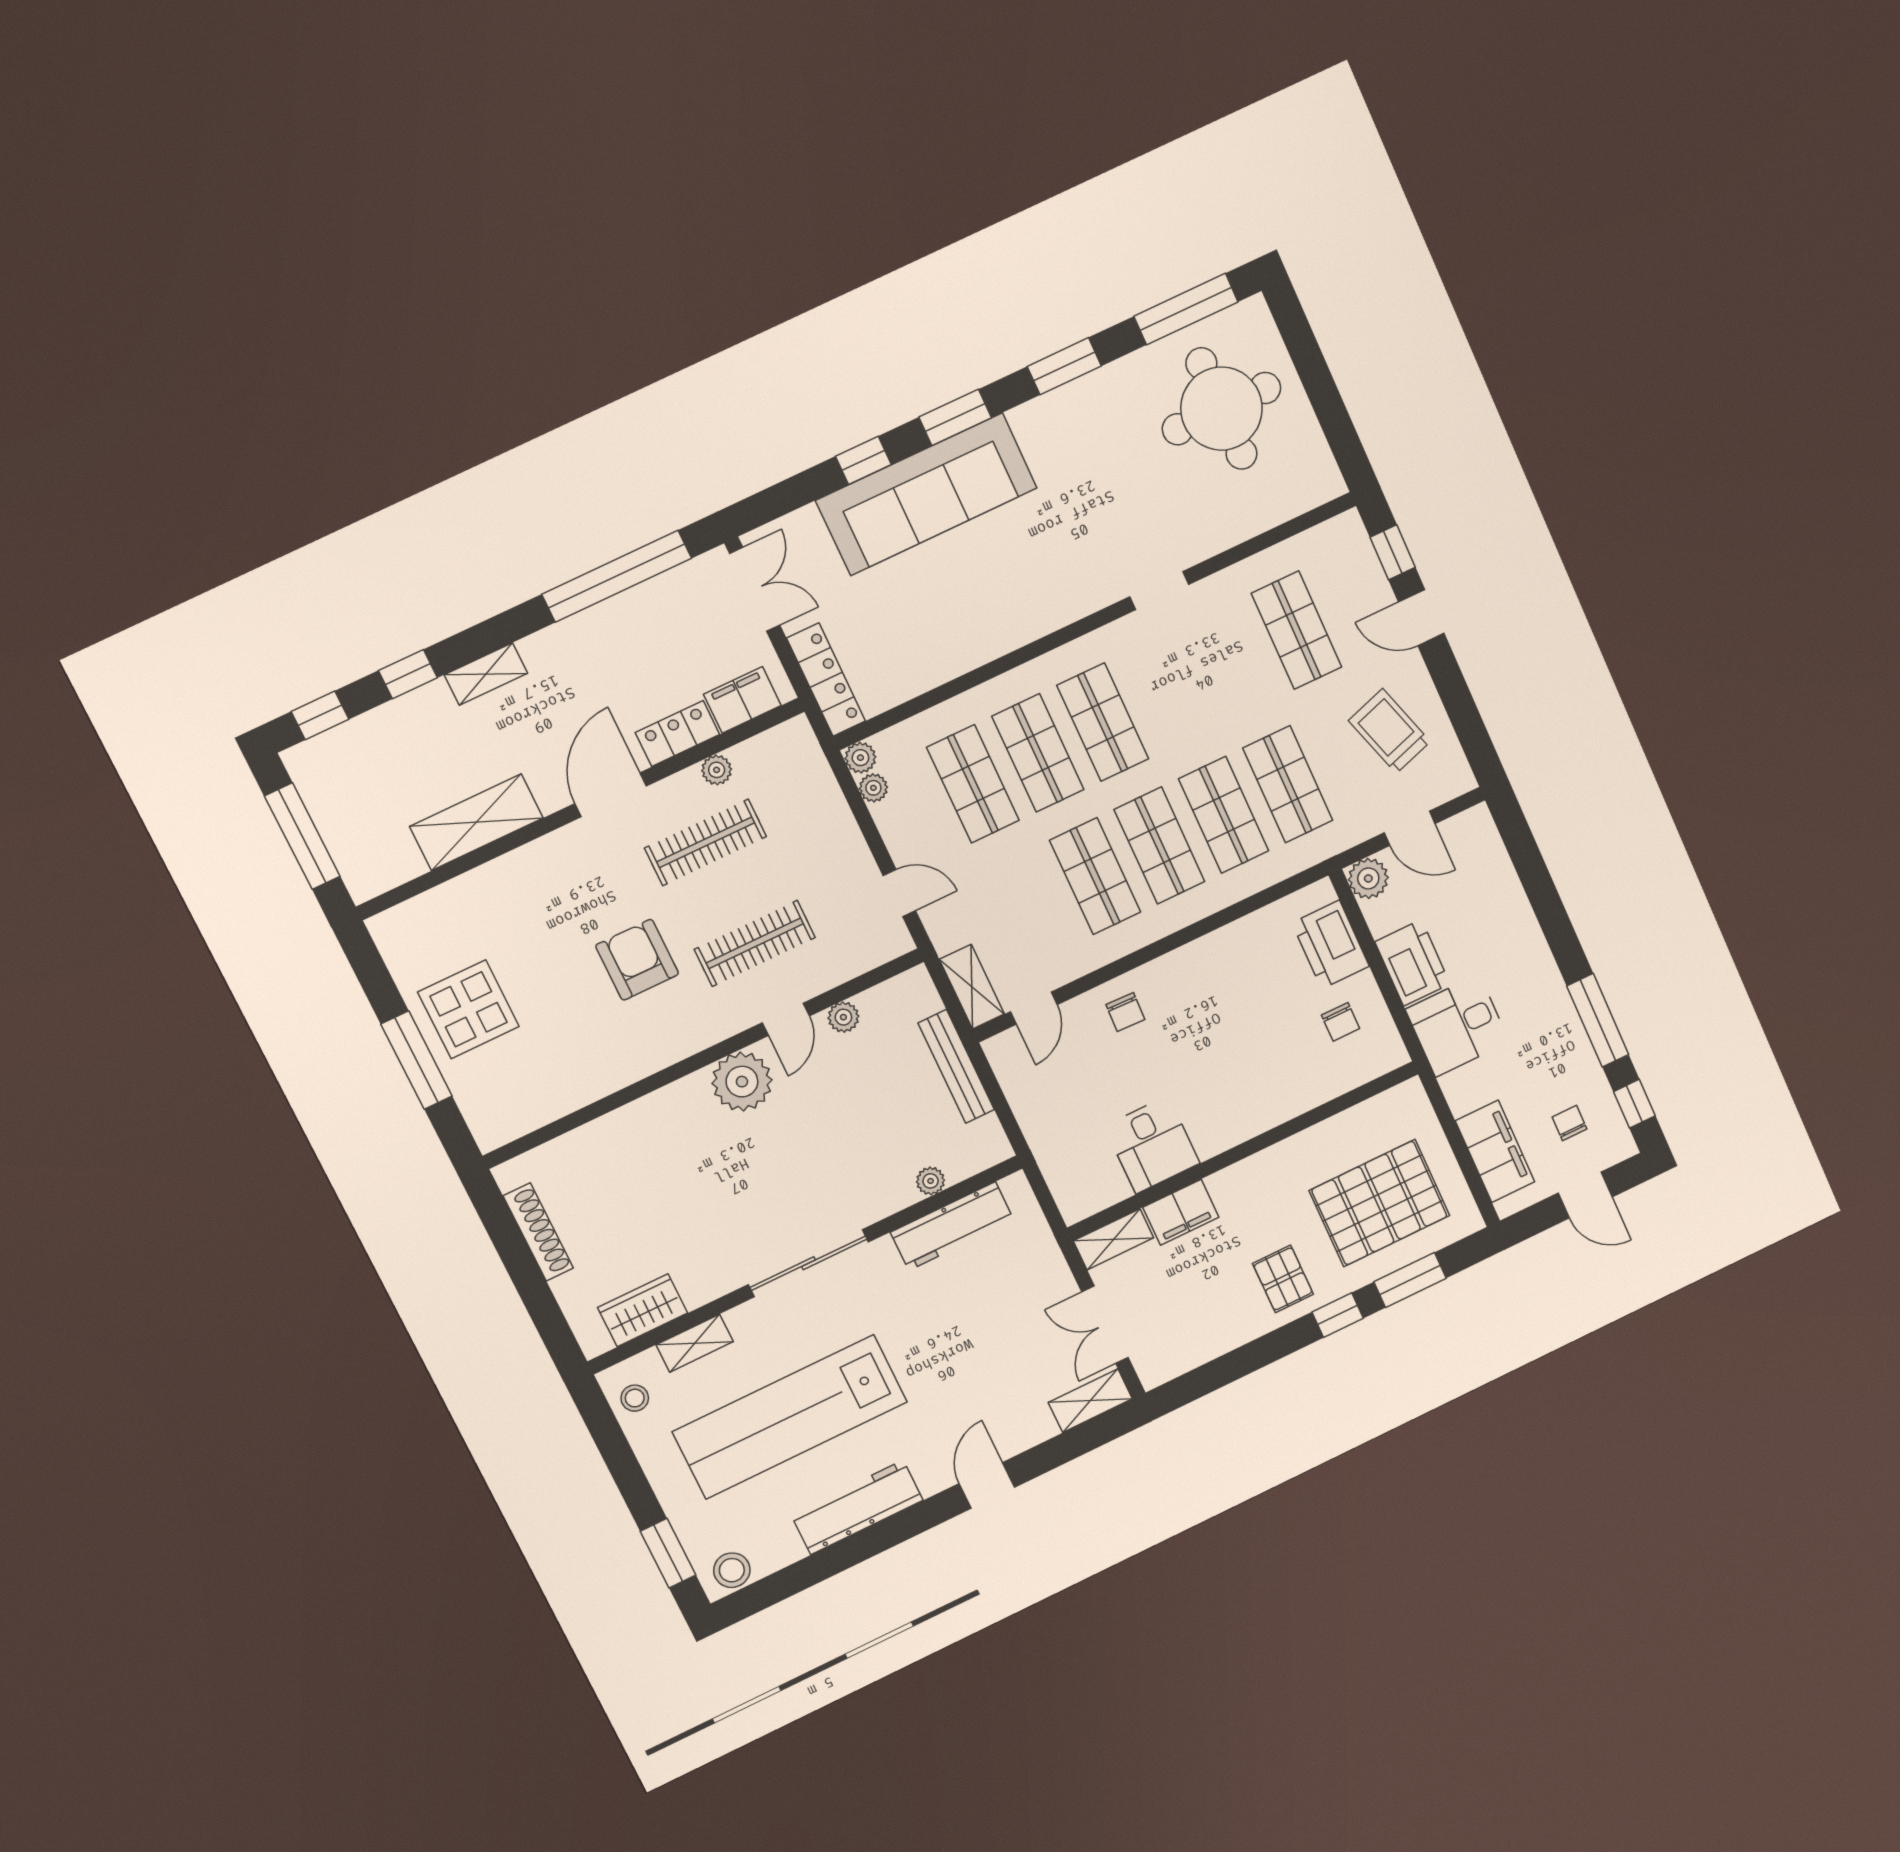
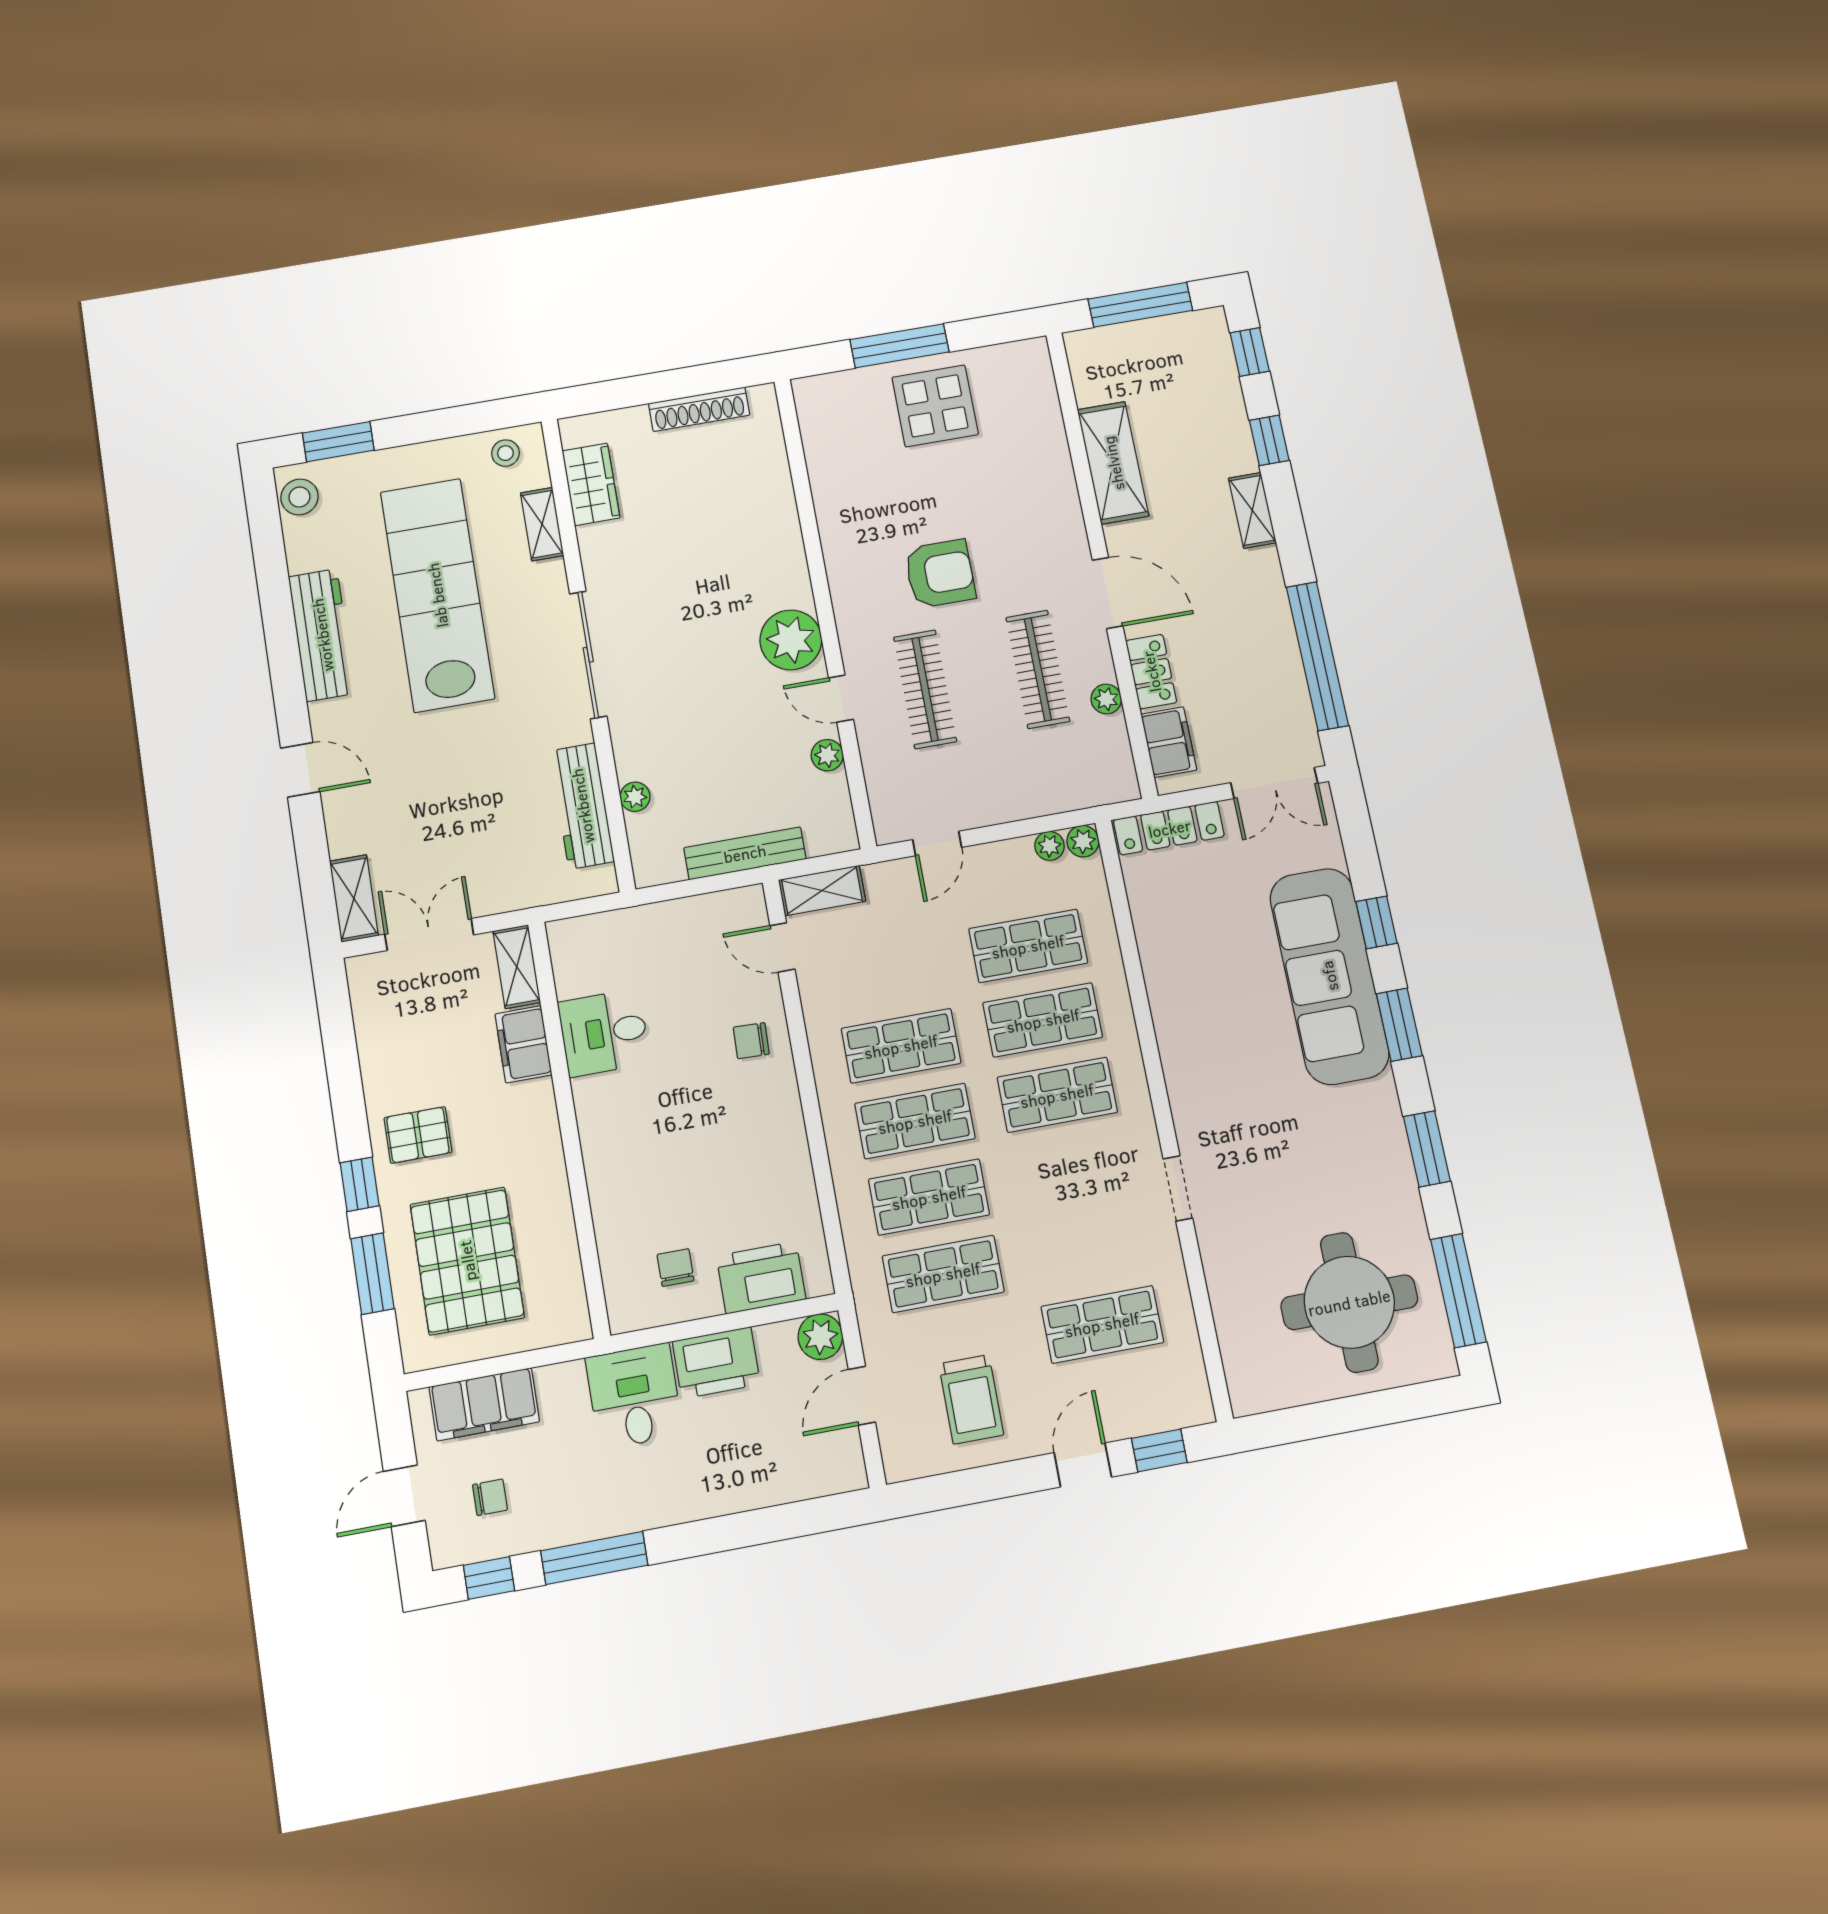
trolley: (1389, 731) -> (971, 1399), turned 108
chair: (1341, 1022) -> (676, 1268), turned 90

